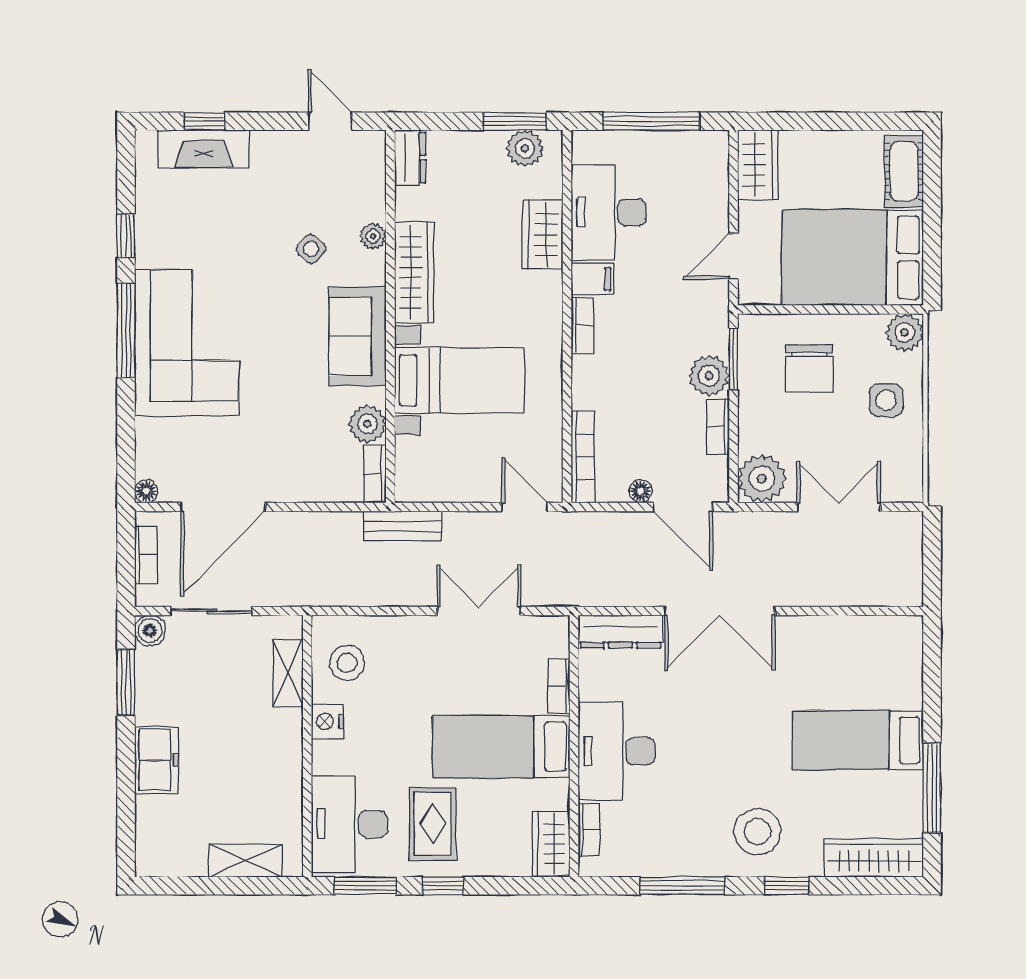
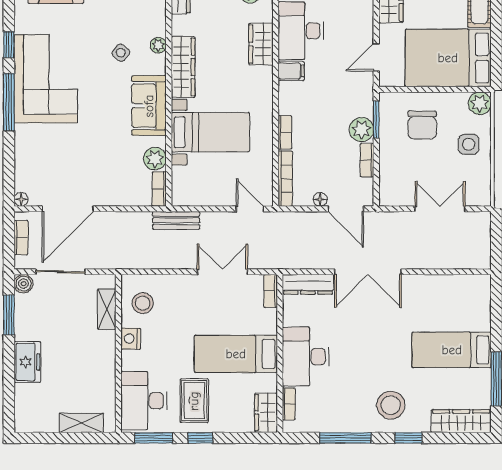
bookcase: (582, 326) -> (285, 132), moved
corner sofa: (187, 343) -> (46, 79), moved
plant: (762, 479) -> (393, 192), removed
bookcase: (559, 686) -> (271, 291), moved

